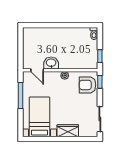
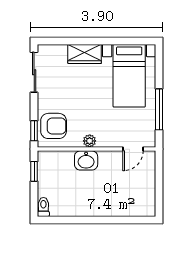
washbasin: (51, 63) -> (86, 160), moved
door: (37, 70) -> (133, 149), swing flipped

